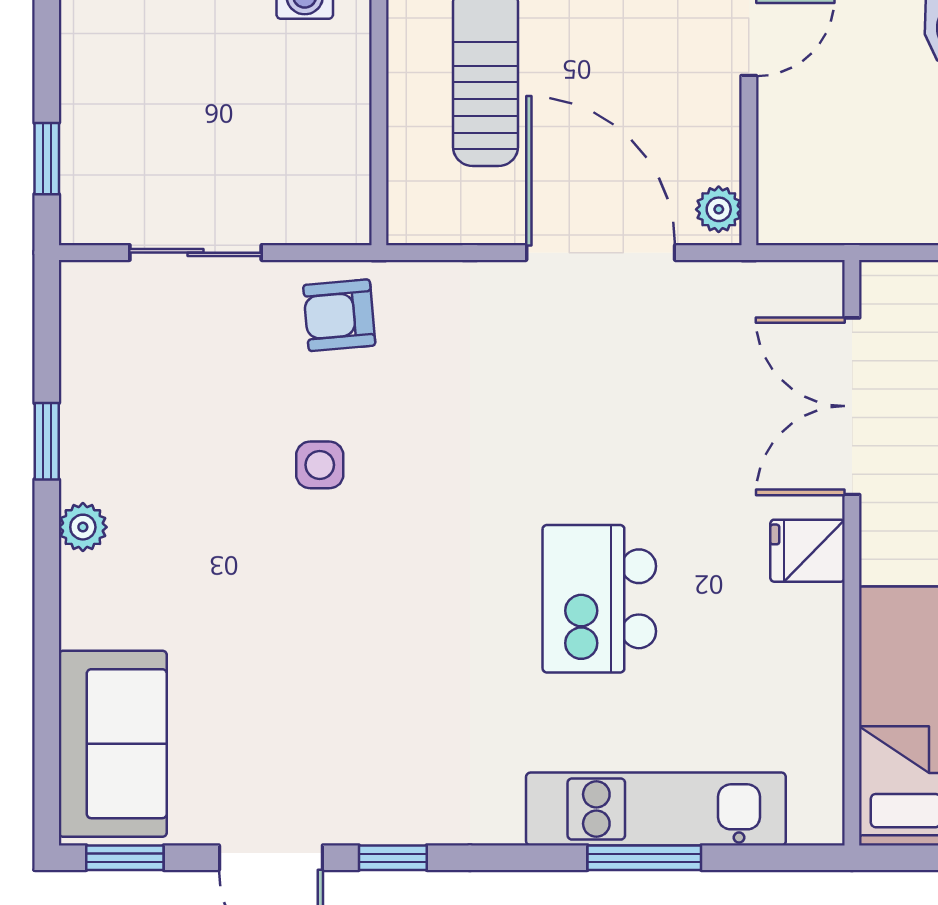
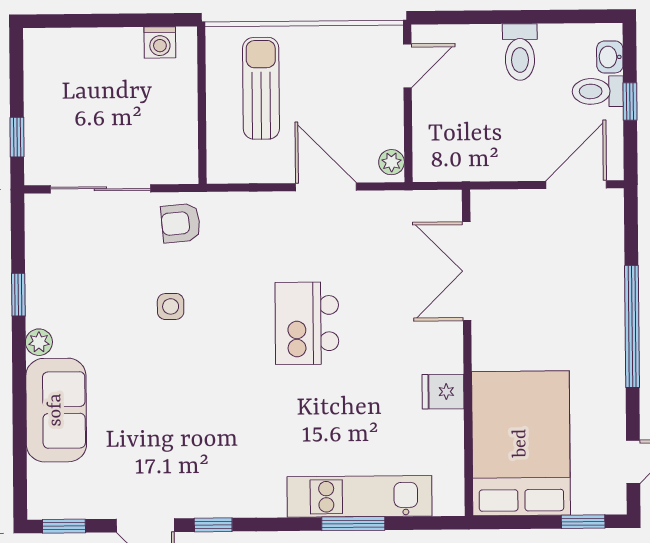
sliding door: (196, 253) -> (100, 189), width x1.37
door: (601, 253) -> (326, 187), width x0.73
fridge: (807, 551) -> (443, 392), moved
kitchen island: (599, 599) -> (307, 323), moved
sofa: (113, 744) -> (56, 410), moved

